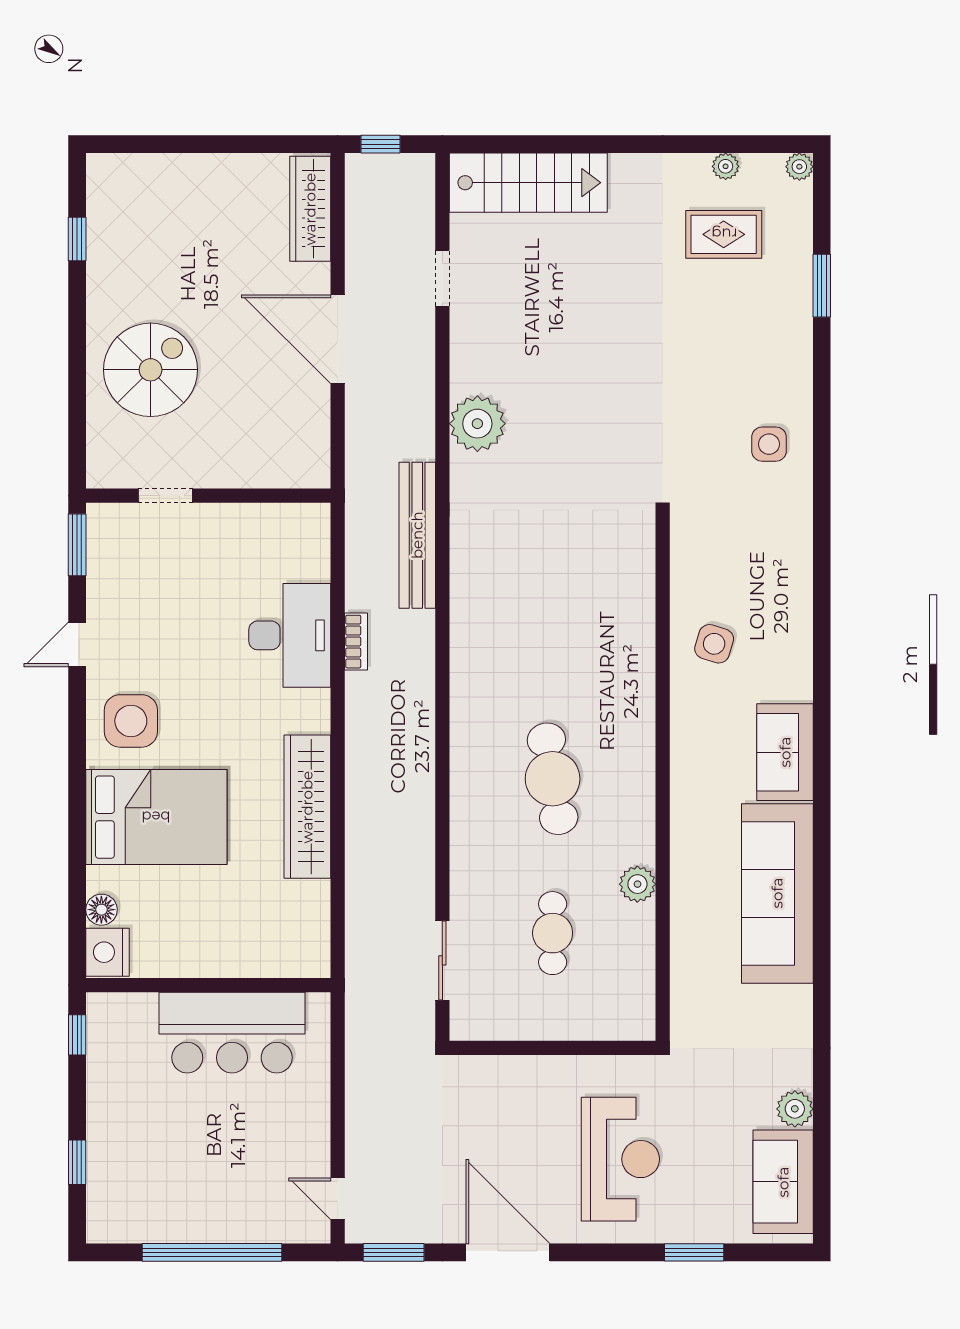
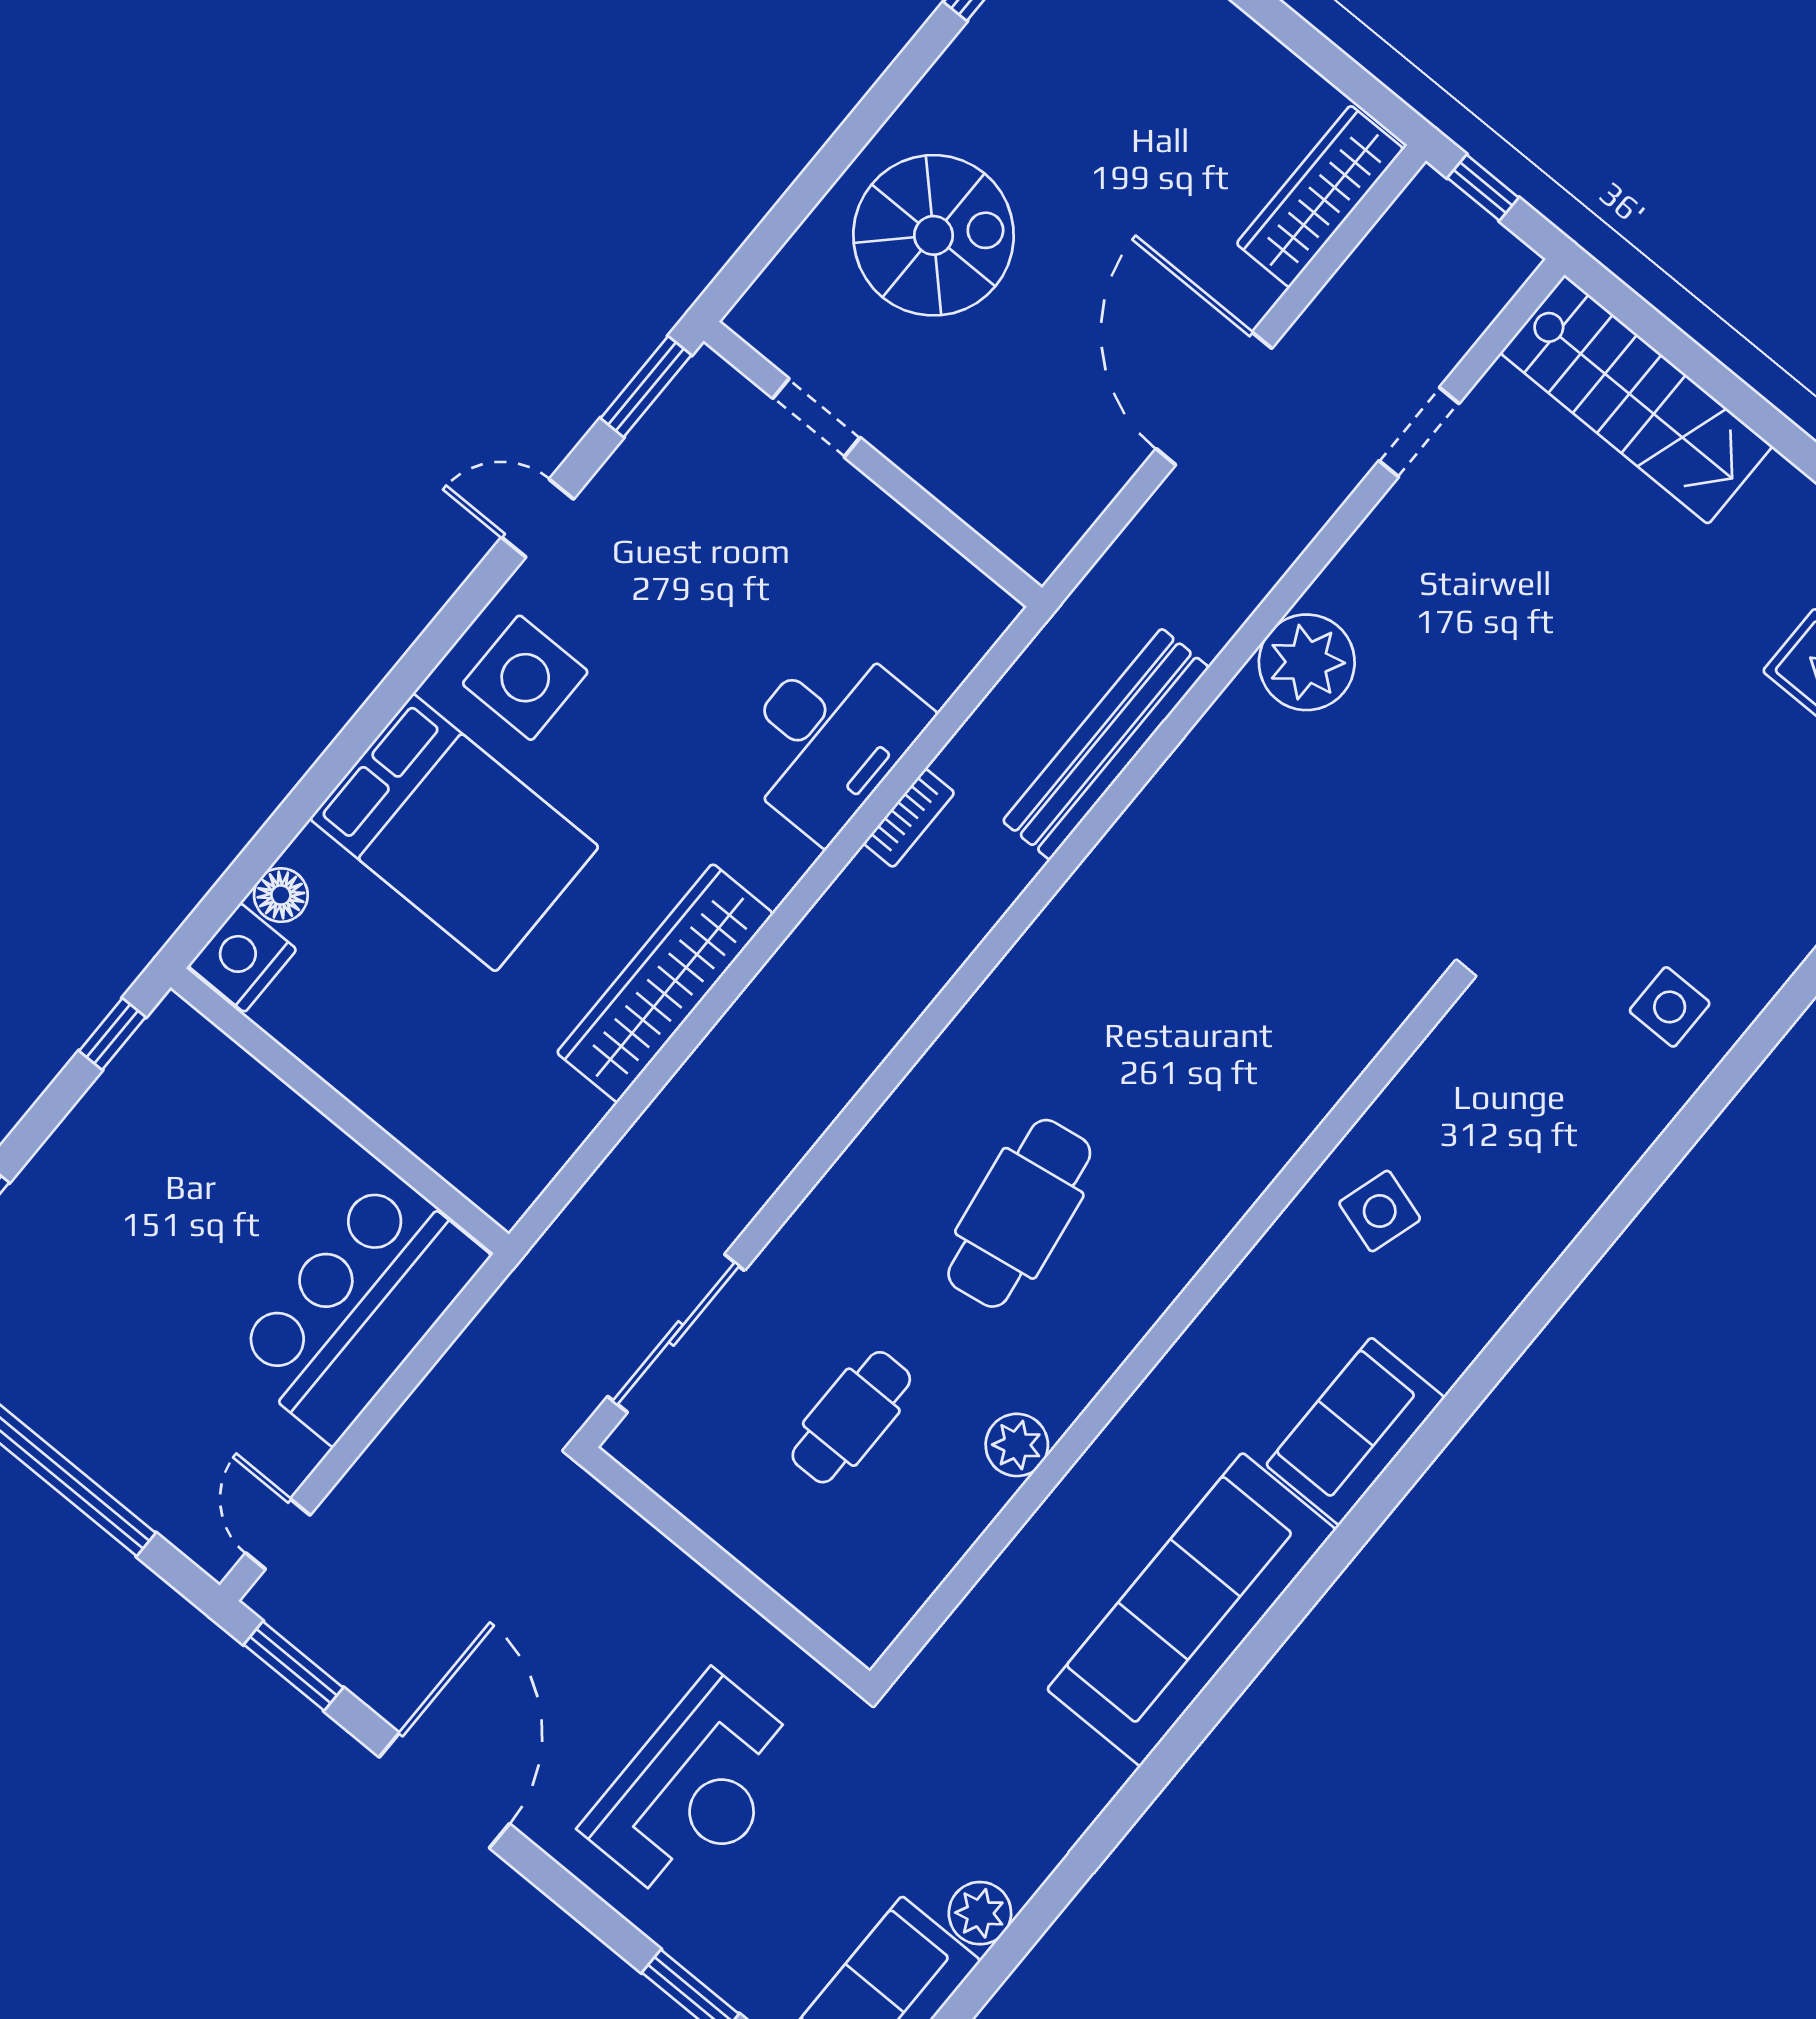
sliding door: (442, 960) -> (676, 1333), width x1.37
bar counter: (232, 1033) -> (359, 1308), moved, turned 90

